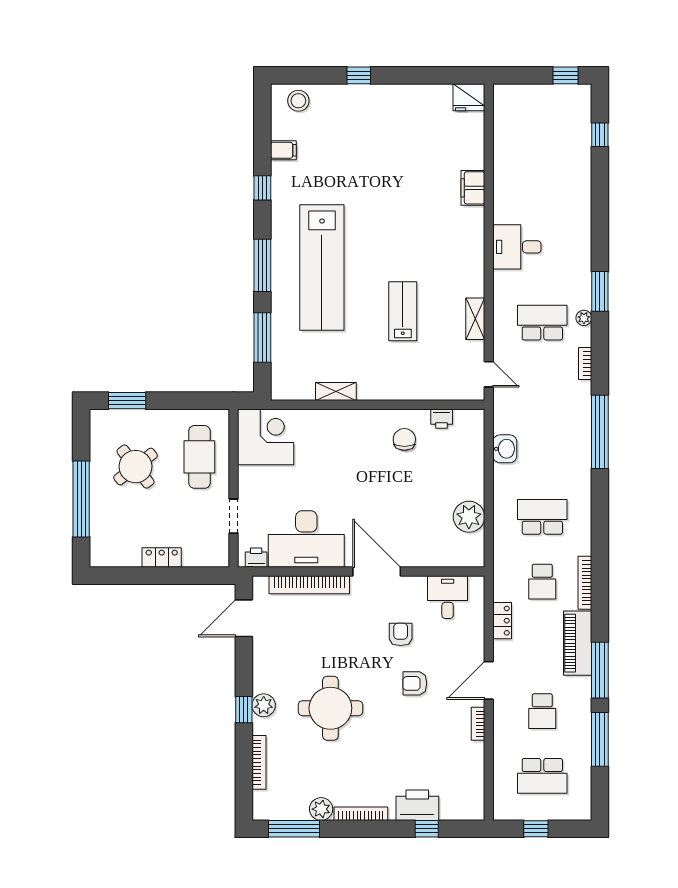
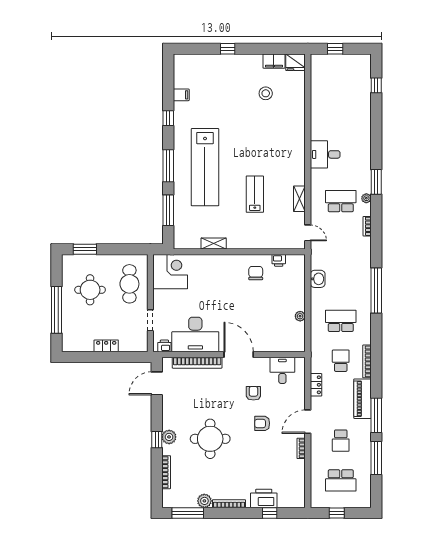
window: (565, 75) -> (335, 49), moved
stool: (298, 101) -> (266, 93), moved
filing cabinet: (473, 188) -> (274, 61), moved, turned -90
window: (600, 432) -> (376, 291), moved
round table: (135, 467) -> (90, 290), turned 38
plant: (469, 517) -> (300, 316), width x0.53, depth x0.53
school desk: (542, 582) -> (341, 361), turned 180

